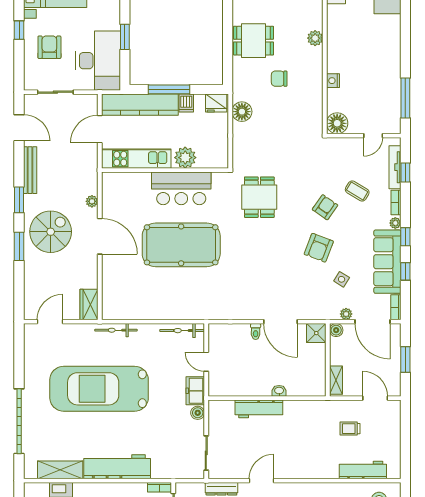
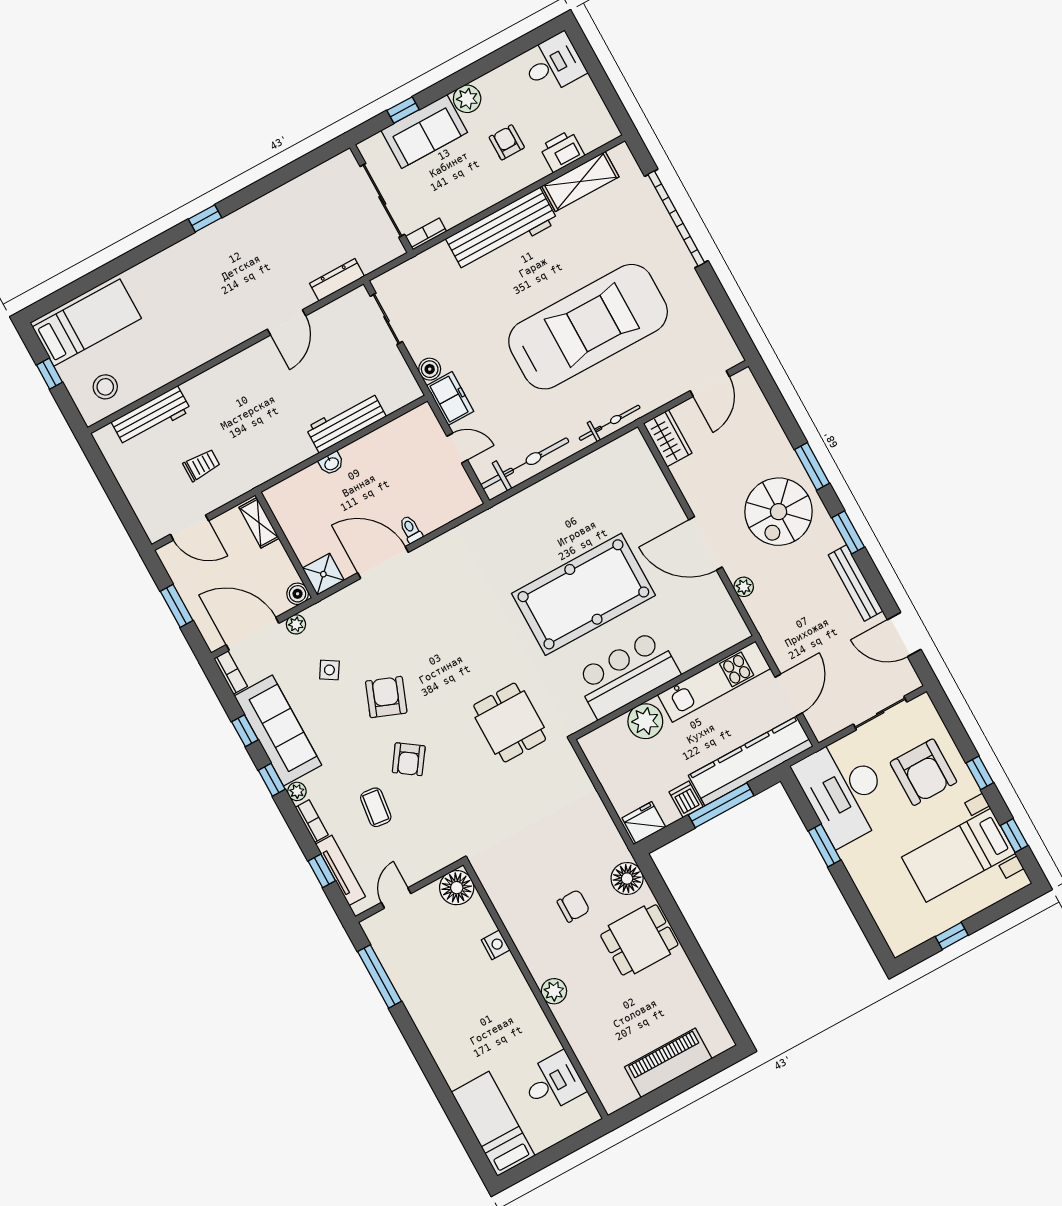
armchair: (49, 47) -> (923, 772), width x1.36, depth x1.36
floor lamp: (242, 112) -> (627, 879), moved
coffee table: (357, 191) -> (376, 807), turned 66
bicycle: (182, 331) -> (525, 463), width x1.37, depth x1.40

